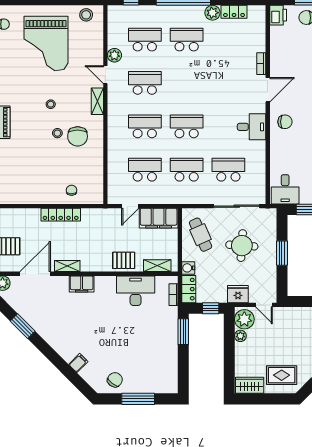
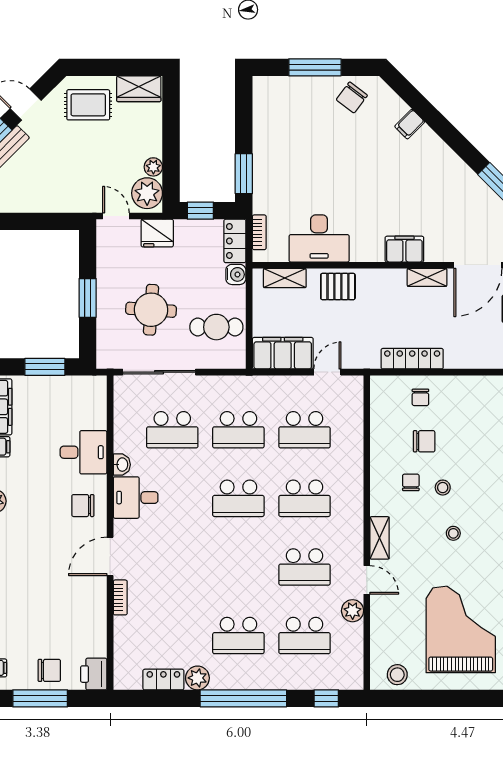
chair: (78, 136) -> (411, 482), width x0.54, depth x0.54
washbasin: (260, 148) -> (122, 465), added
chair: (69, 162) -> (424, 441), added
desk: (285, 189) -> (83, 452), moved, turned 90
locker: (61, 215) -> (412, 359), moved
cafe table: (201, 235) -> (216, 327), turned -66

